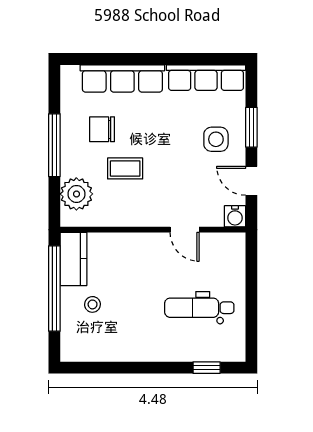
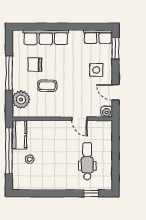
row of seats: (206, 78) -> (98, 37), width x0.68
window: (251, 127) -> (115, 48), moved
dental chair: (199, 308) -> (87, 161), turned 90

